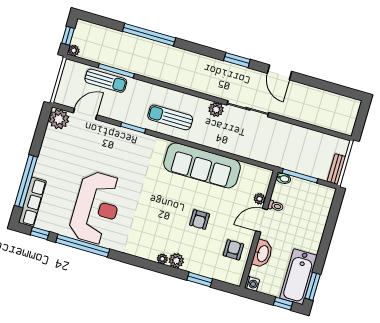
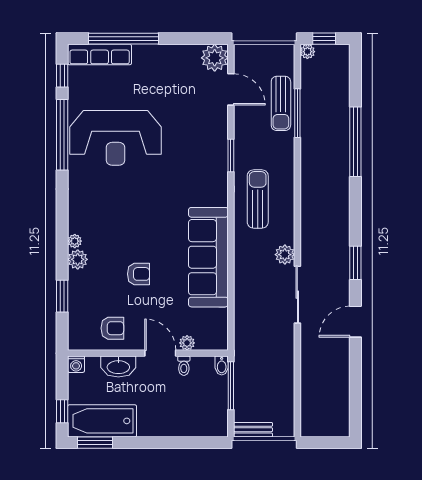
armchair: (200, 220) -> (138, 274), turned 180

